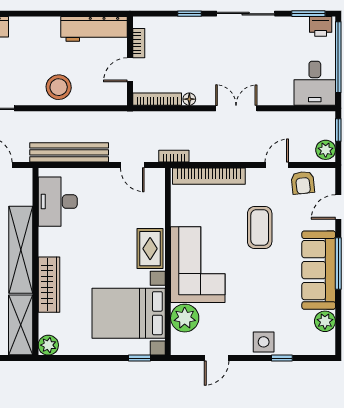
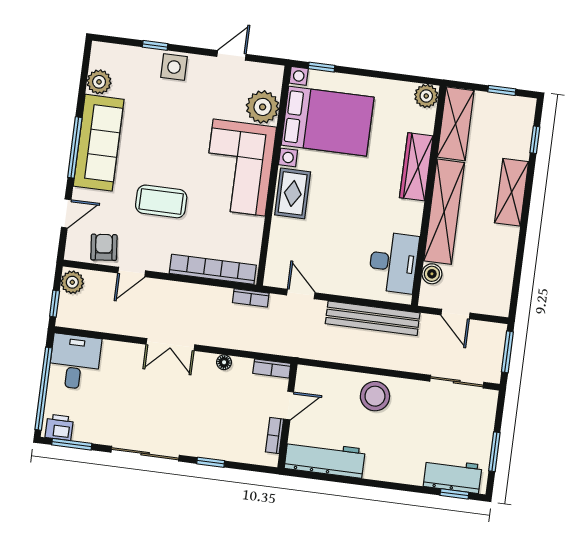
bookcase: (157, 99) -> (272, 368), width x0.64
boiler: (24, 196) -> (432, 274), added
coffee table: (260, 228) -> (161, 201), turned 90

